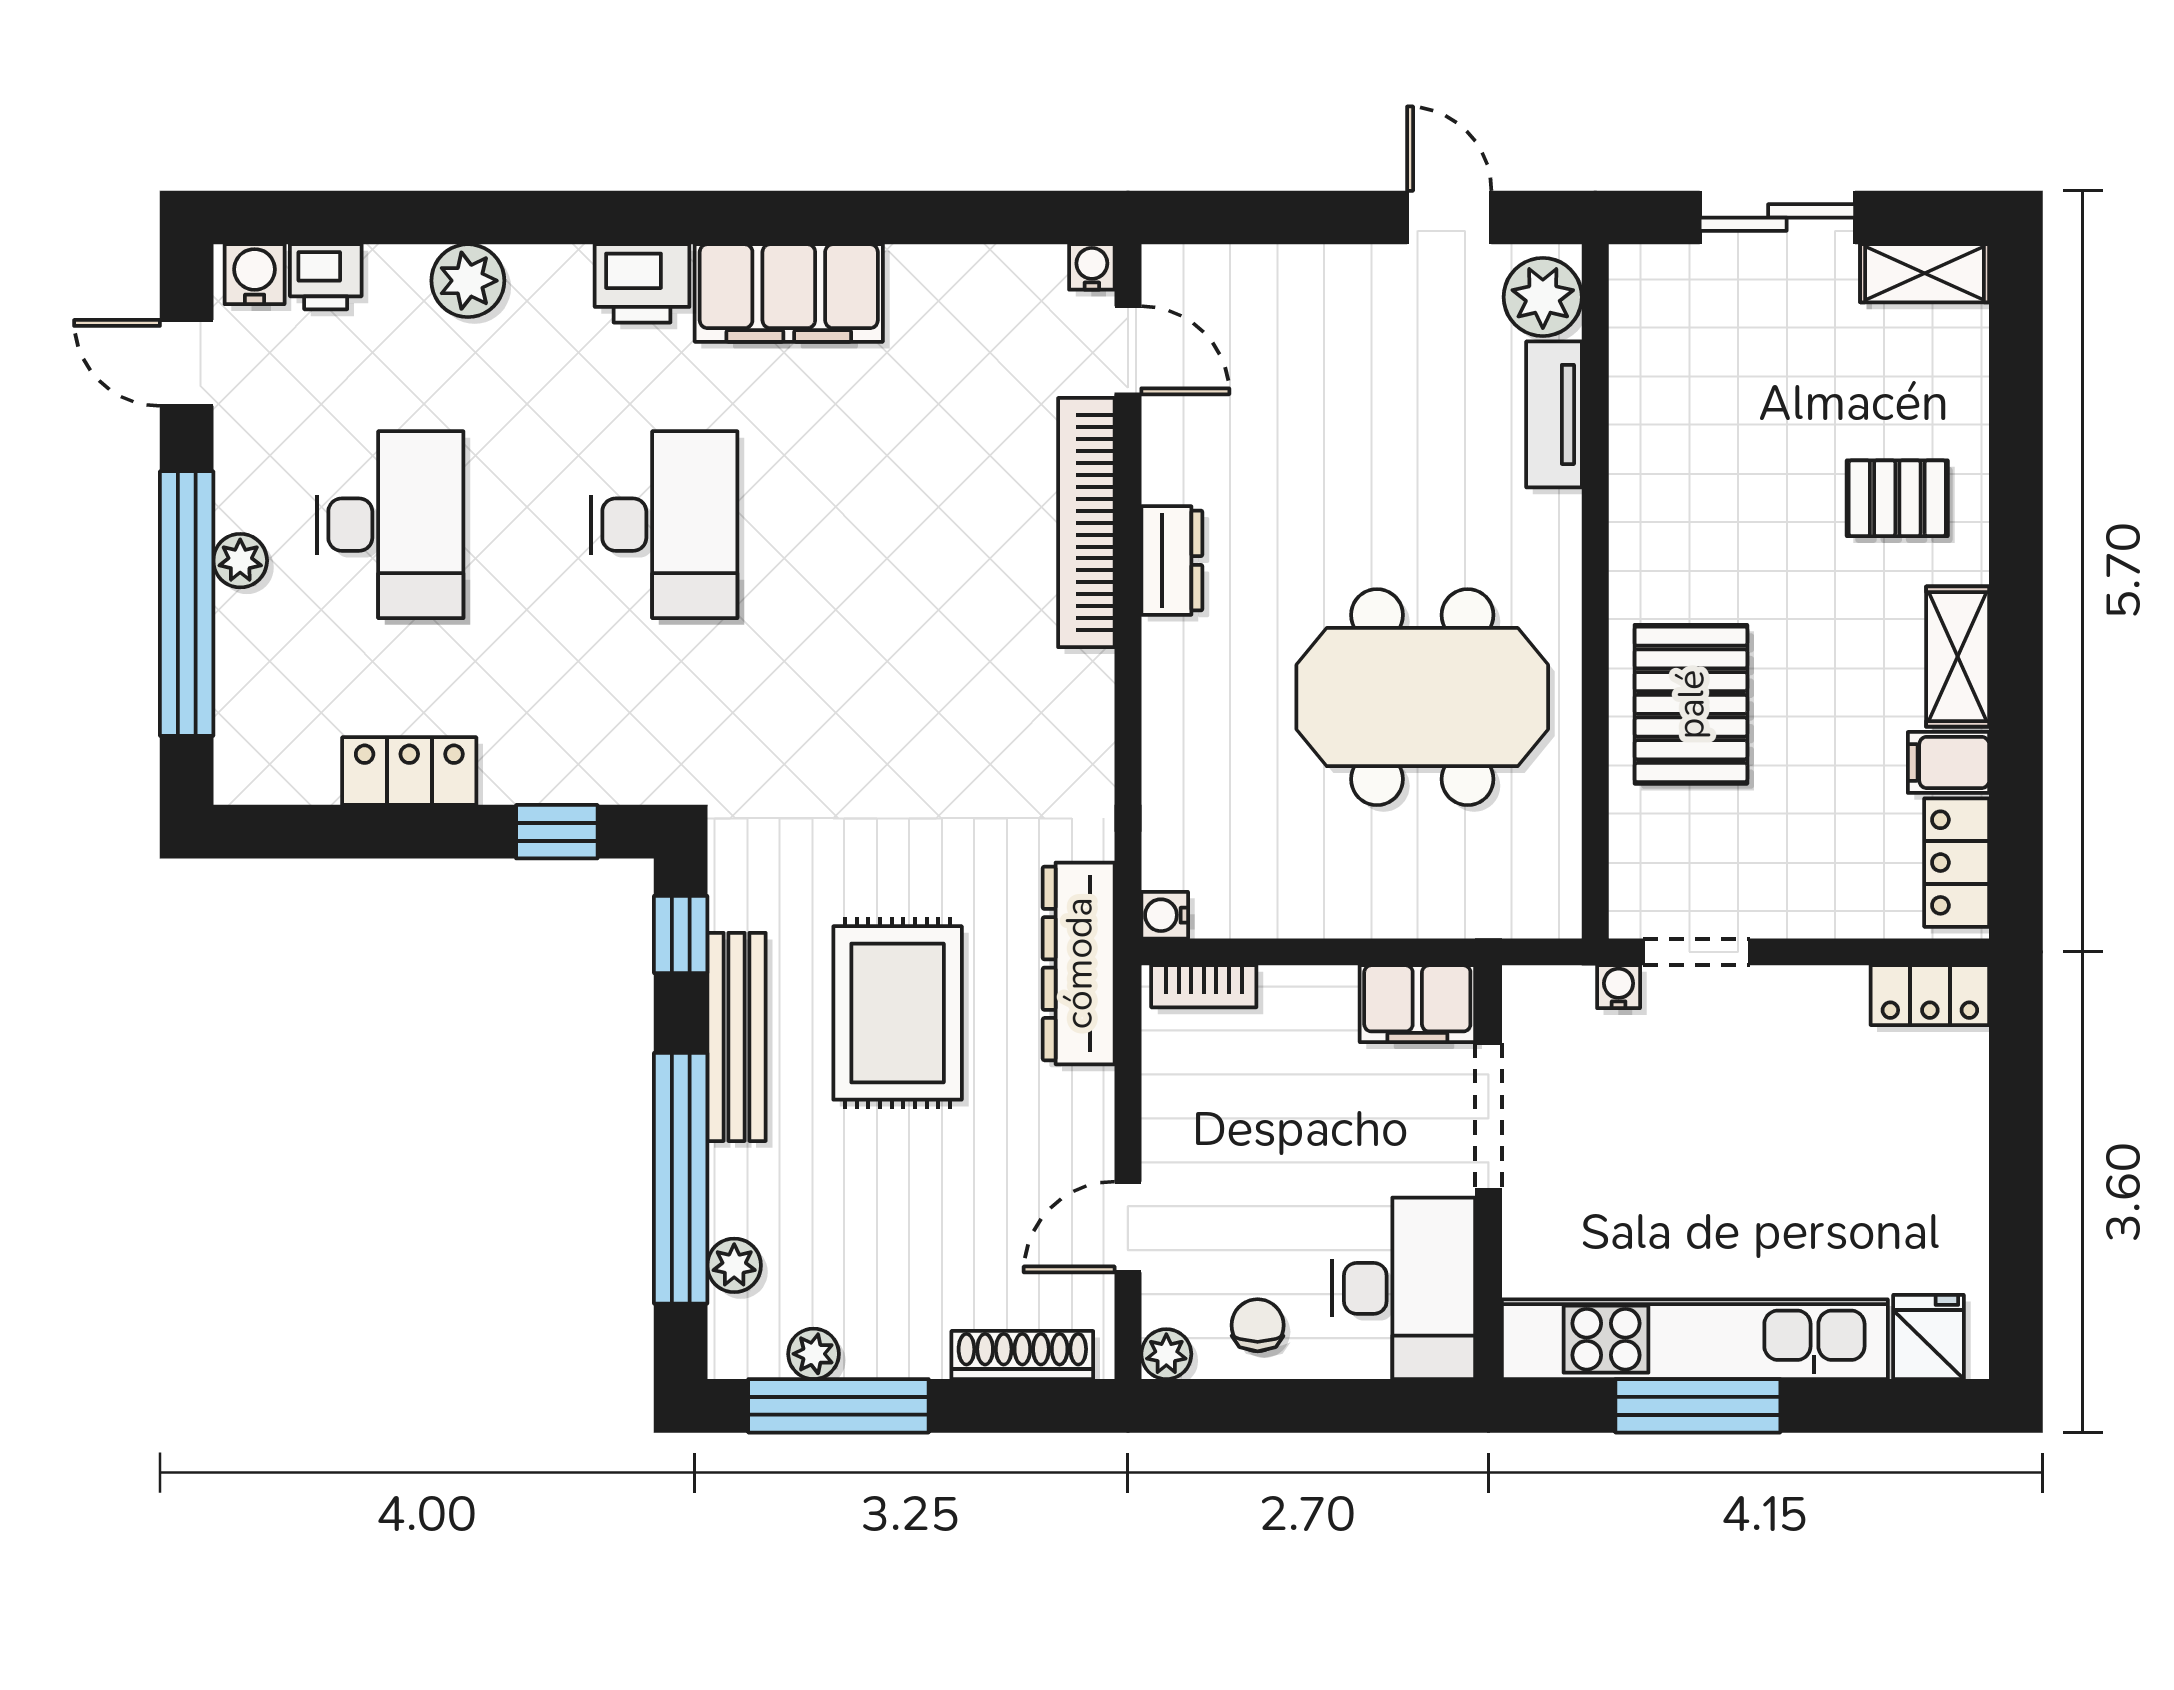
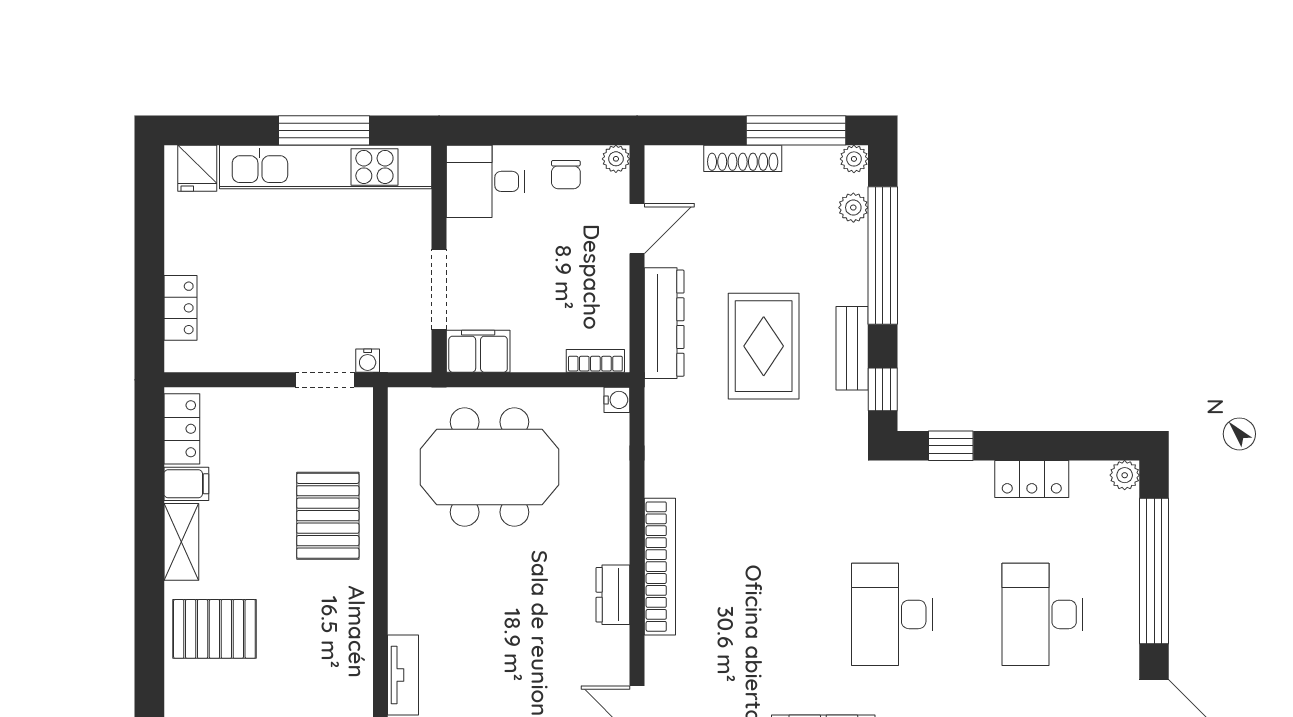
pallet: (1897, 498) -> (214, 629), width x1.50, depth x1.42
bookcase: (1086, 523) -> (660, 567), moved
plant: (240, 561) -> (1125, 475), moved
meeting table: (1422, 697) -> (489, 467), moved
dresser: (1079, 963) -> (664, 323), moved
locker: (1930, 995) -> (180, 308), moved, turned 90
bench: (737, 1037) -> (852, 348), width x0.73
desk: (1404, 1288) -> (486, 181), width x0.73
plant: (814, 1354) -> (854, 159), moved
shoe rack: (1022, 1355) -> (743, 158), moved

